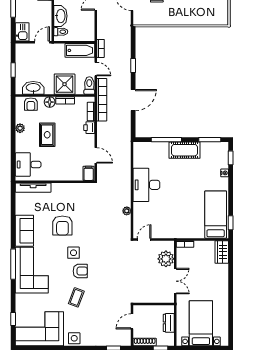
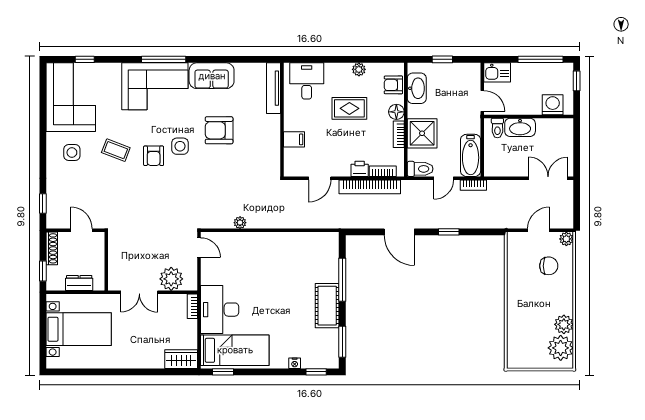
bookcase: (102, 100) -> (370, 187), moved
filing cabinet: (89, 173) -> (294, 139), moved
desk: (146, 185) -> (220, 310), moved, turned -90
side table: (74, 338) -> (72, 153), moved

